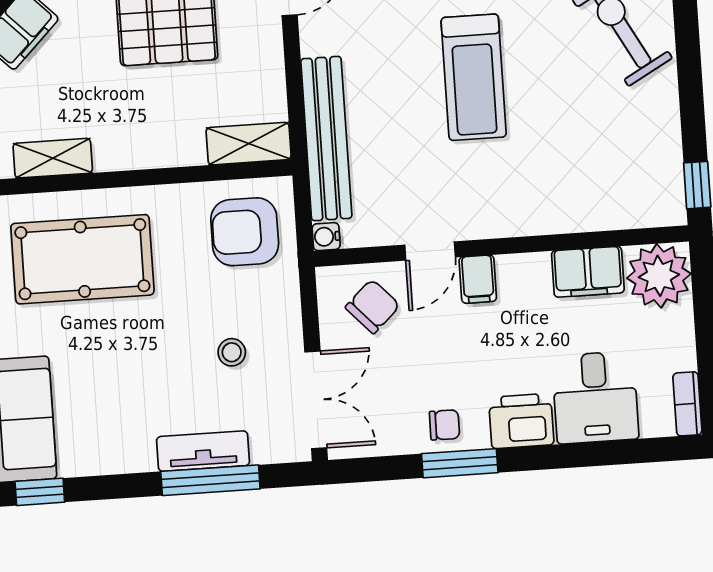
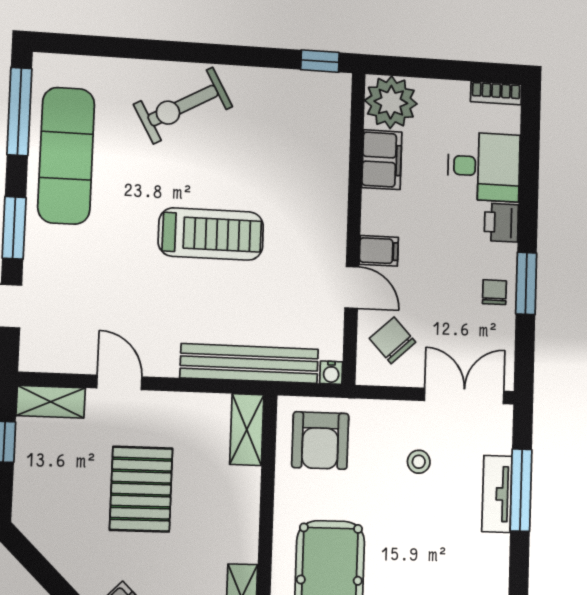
printer: (521, 421) -> (501, 223), width x0.73, depth x0.81

